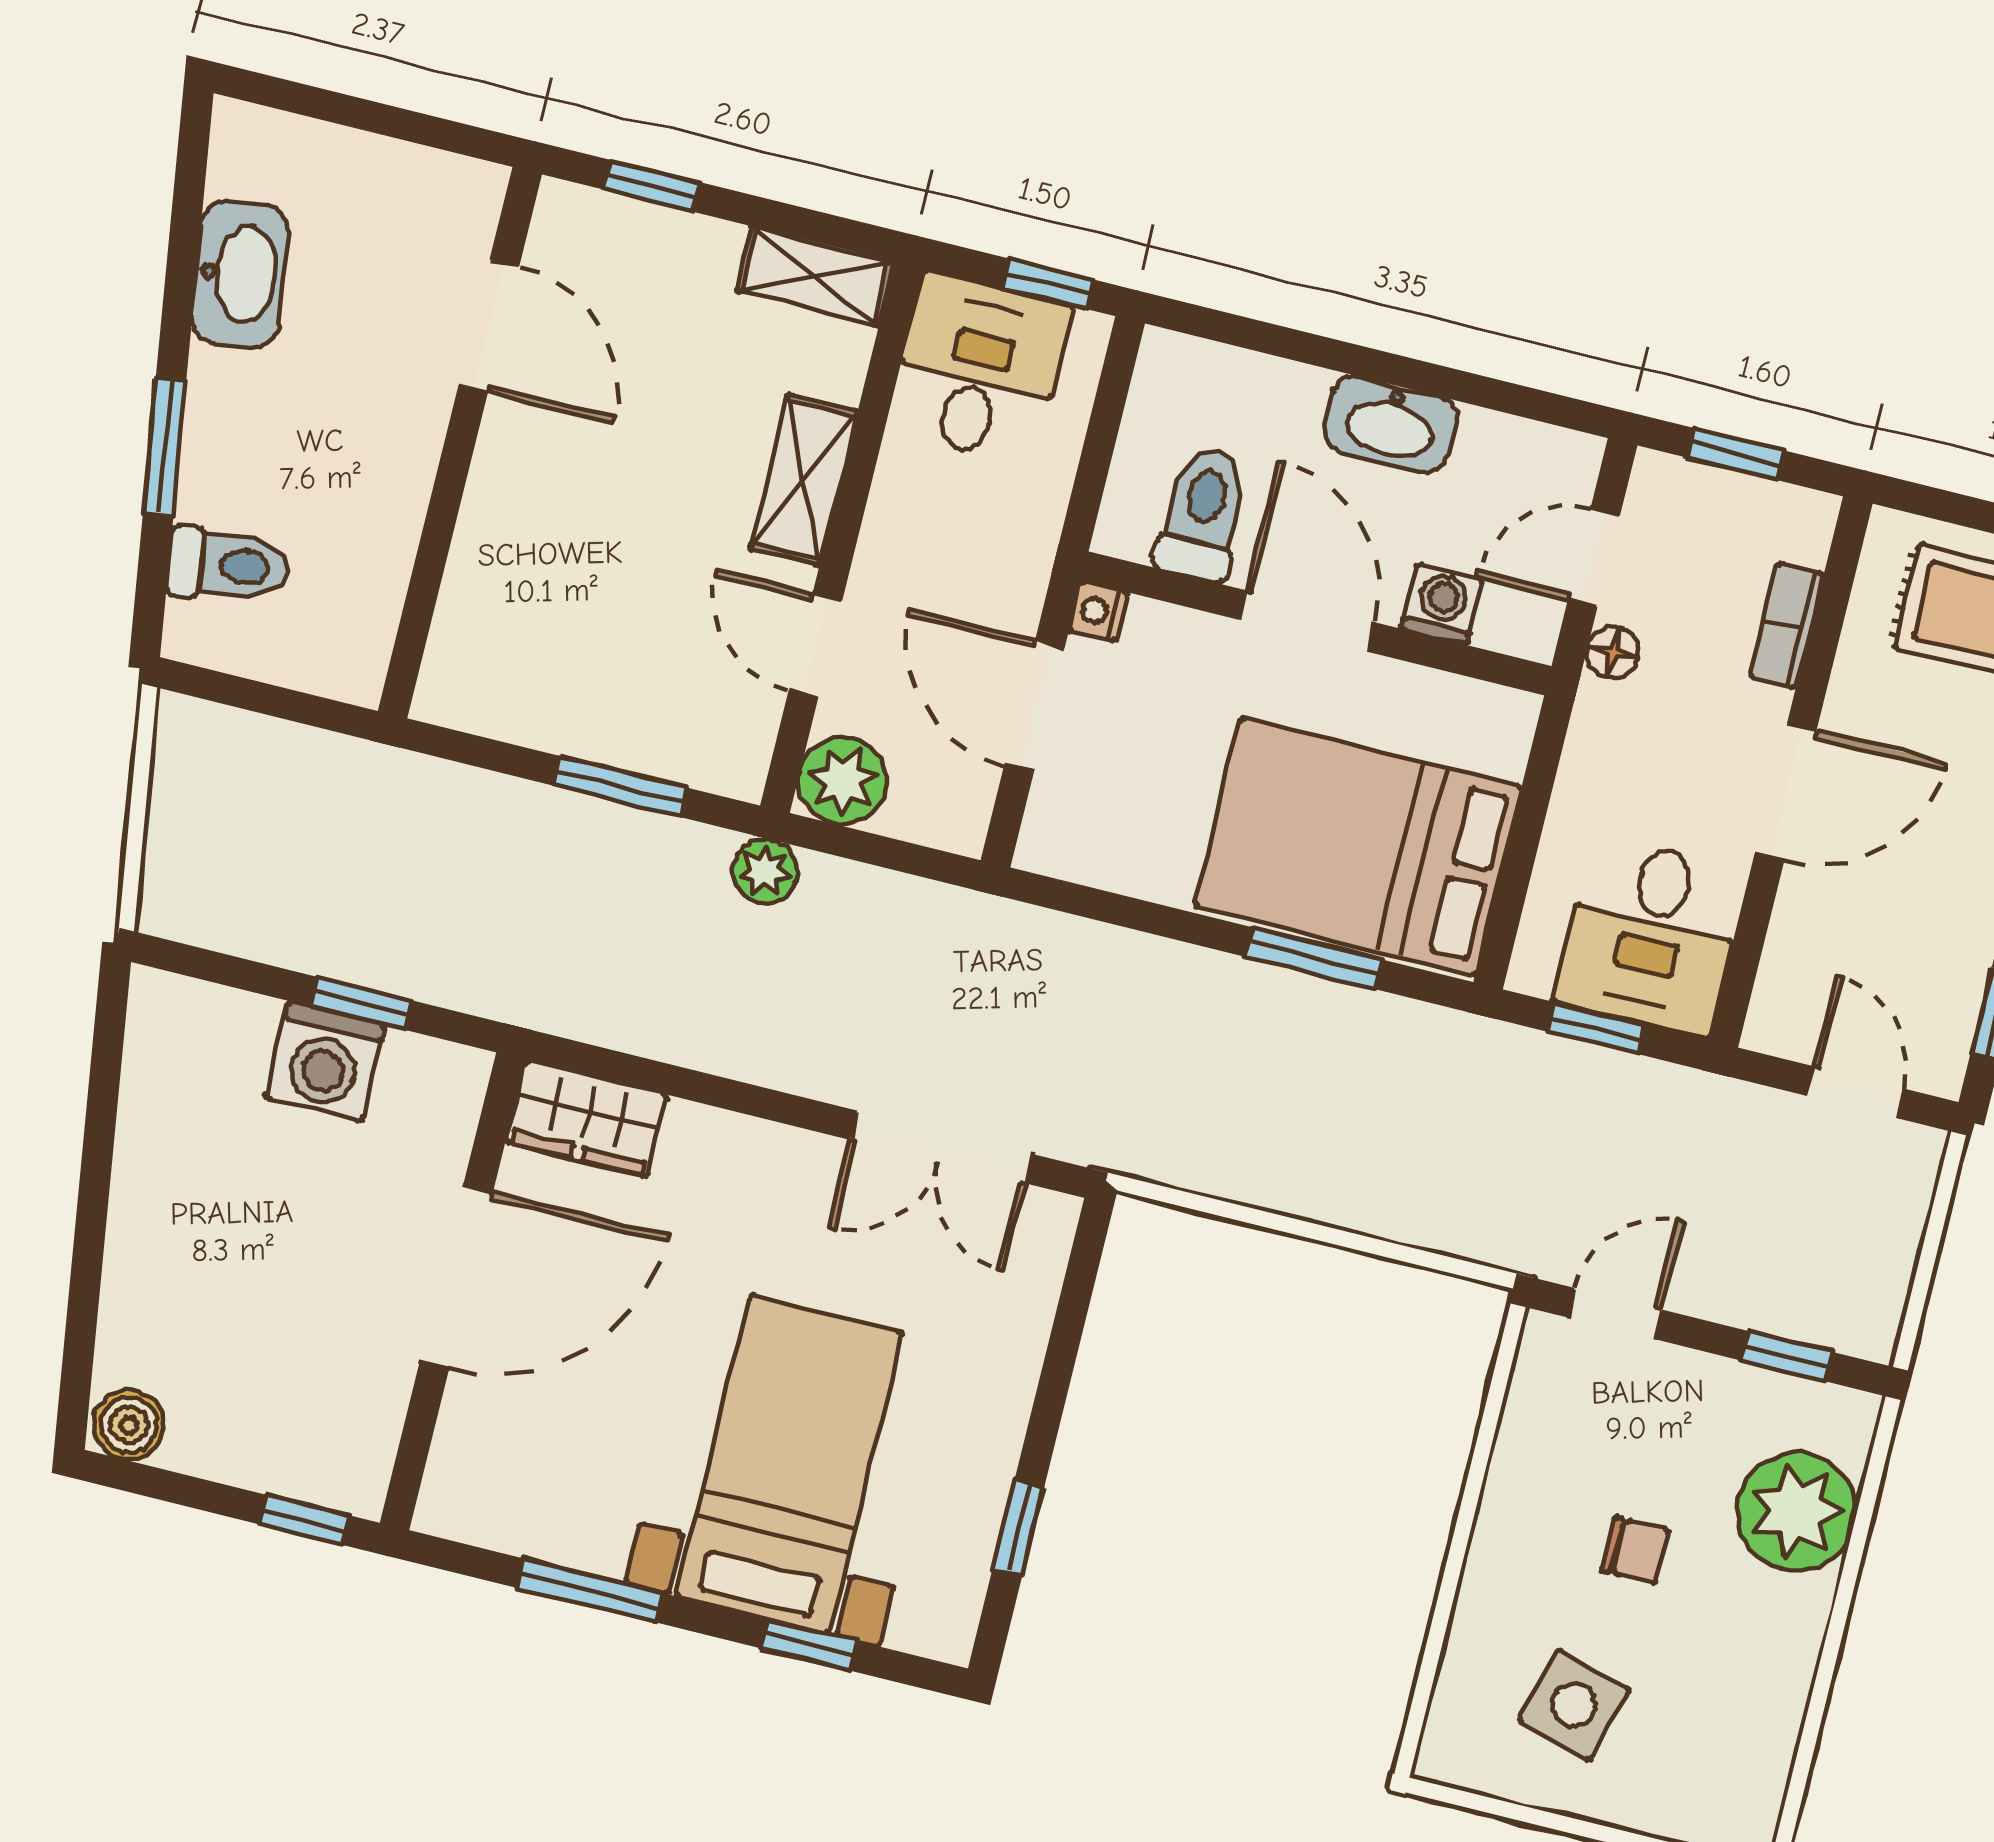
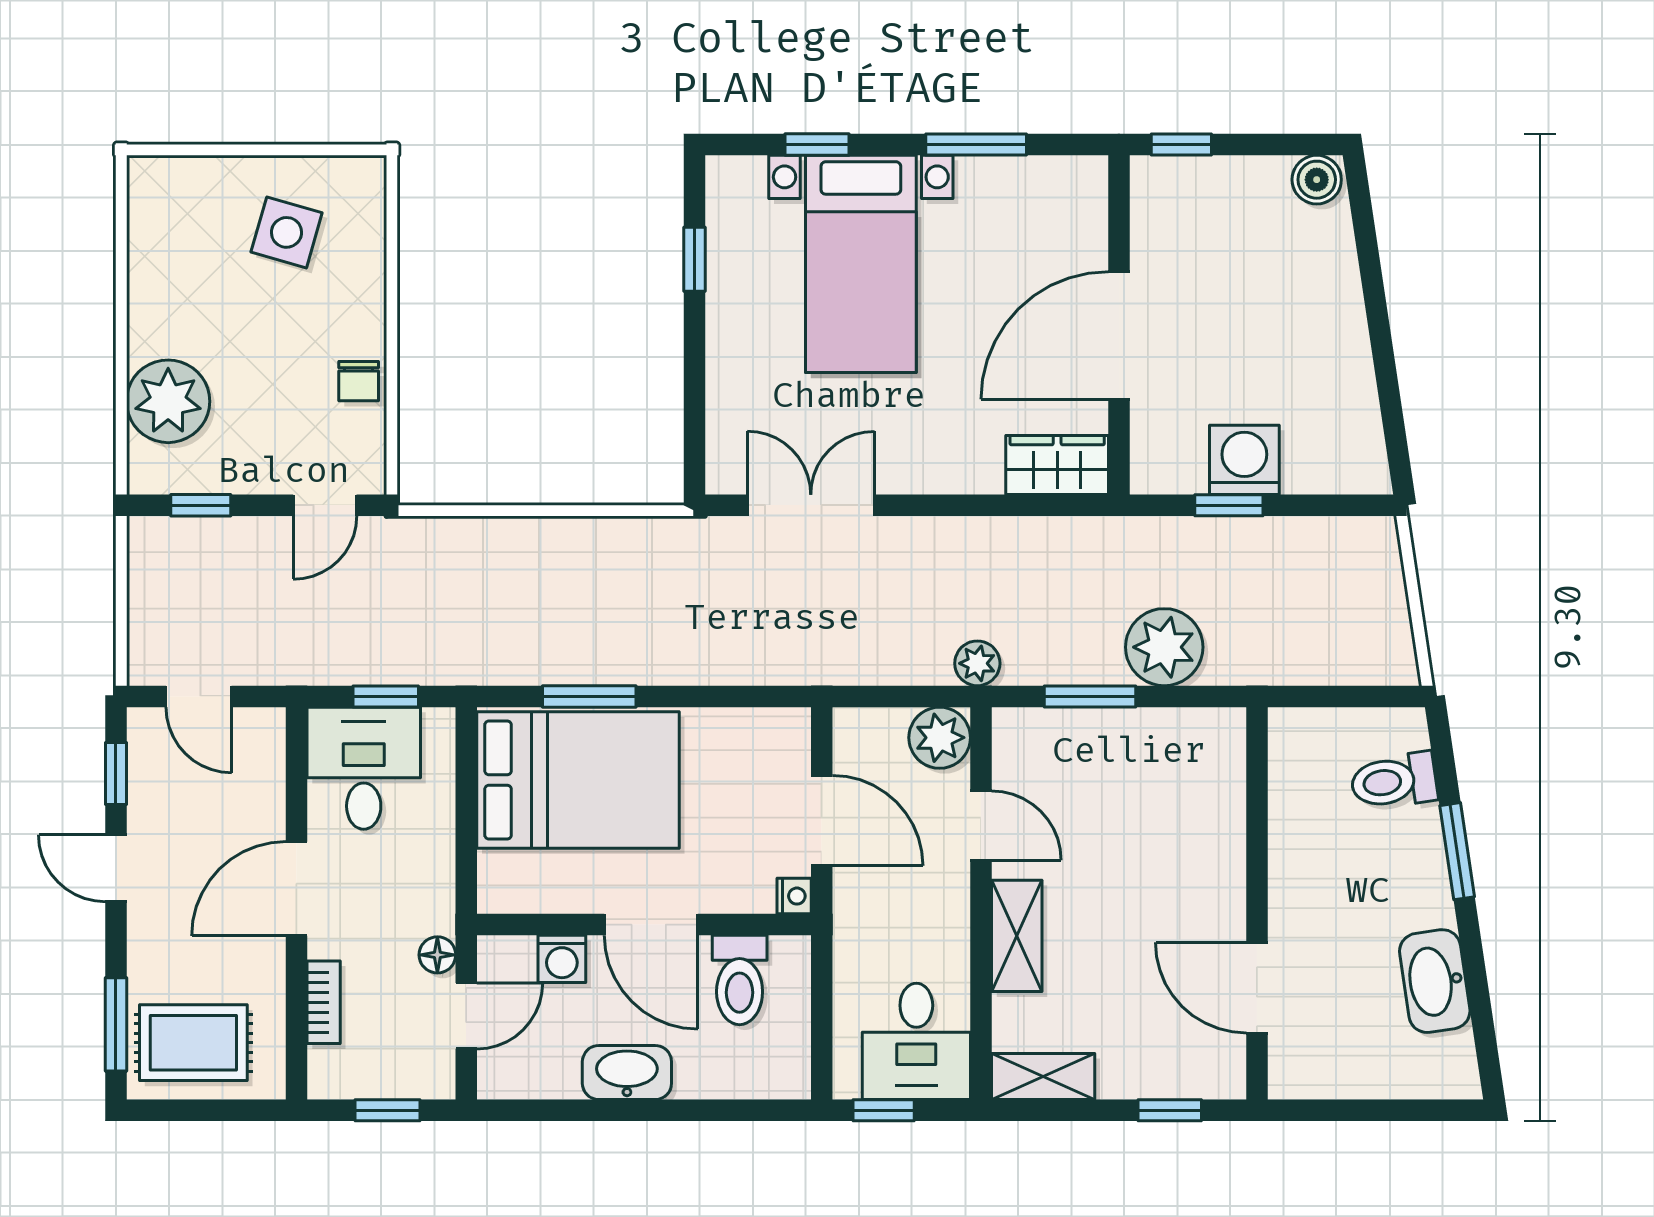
plant: (500, 829) -> (1164, 647), added
chair: (1635, 1550) -> (359, 381), moved, turned -90

